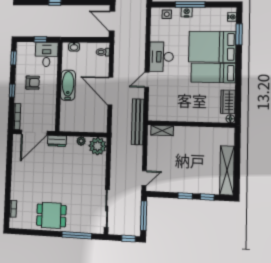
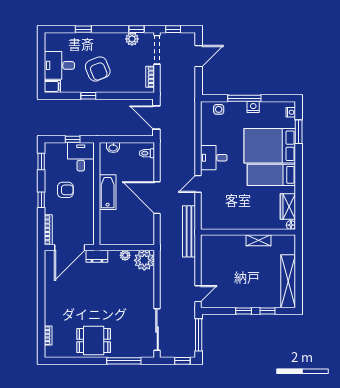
nightstand: (187, 12) -> (253, 107), moved
desk: (161, 57) -> (214, 158), width x0.73
shelving: (162, 131) -> (258, 240), moved

